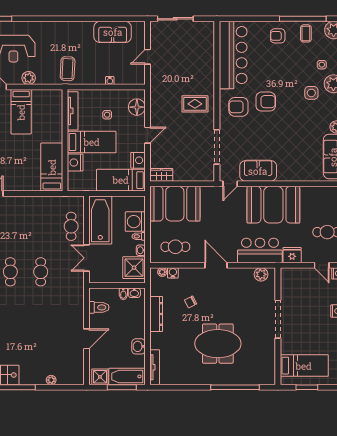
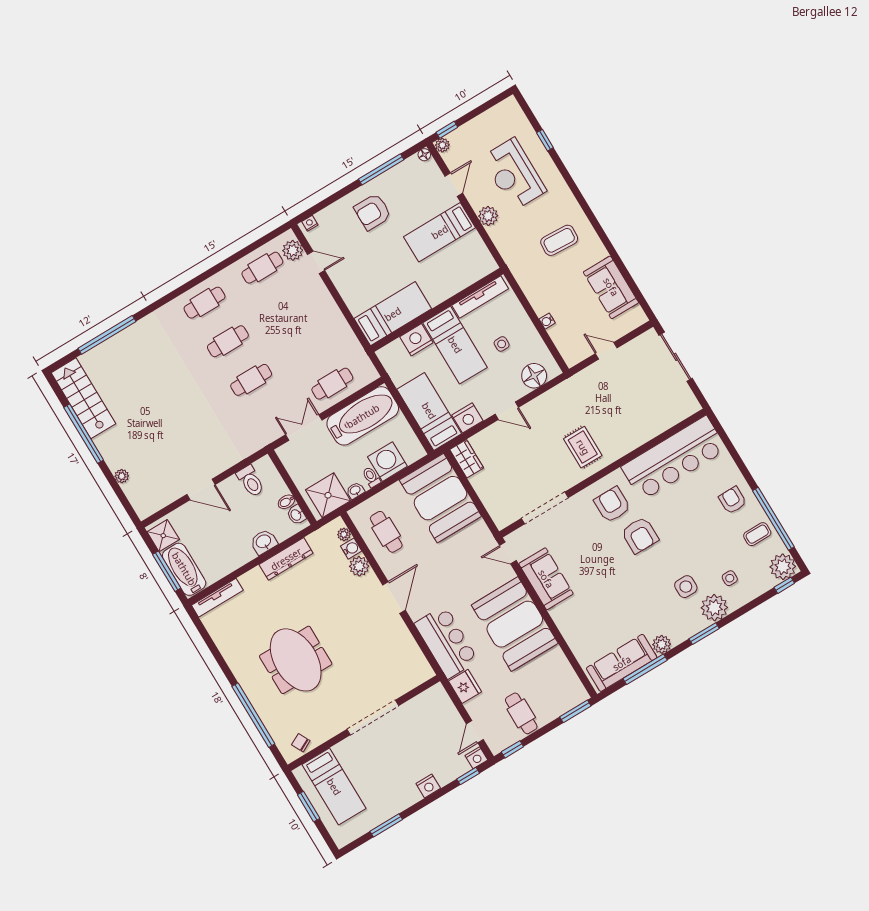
coffee table: (68, 69) -> (559, 240), moved
plant: (261, 274) -> (359, 566), moved
chair: (191, 302) -> (301, 743), moved
washbasin: (139, 346) -> (264, 542), moved

